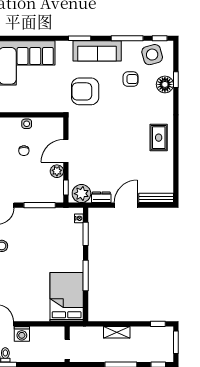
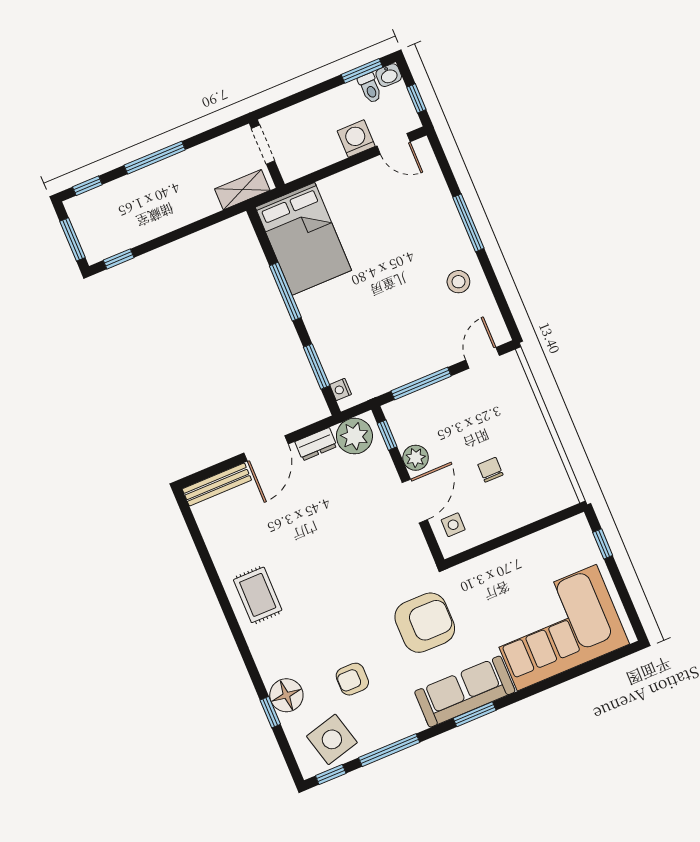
sofa: (97, 51) -> (465, 692), moved
side table: (27, 124) -> (453, 525), moved
shelving: (117, 332) -> (242, 190), moved

